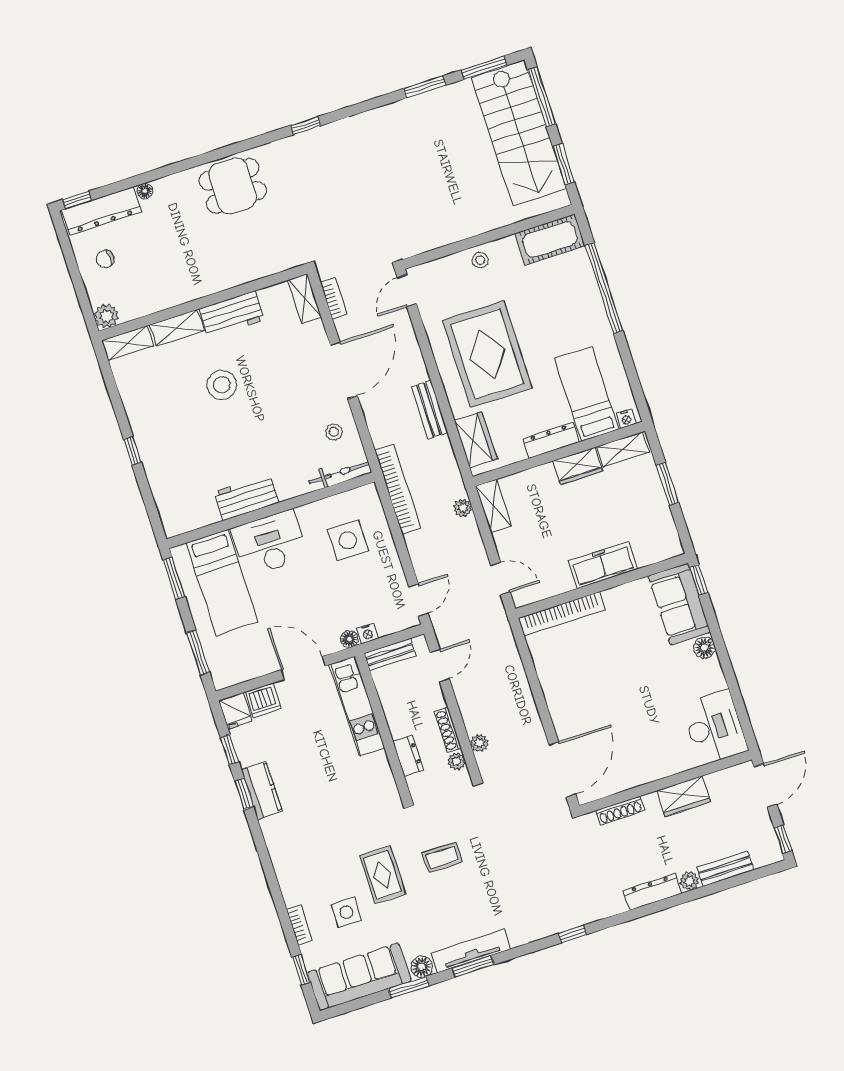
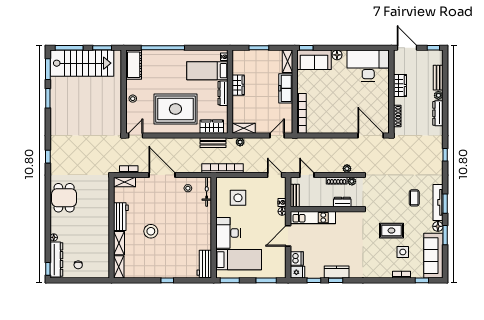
door: (407, 291) -> (136, 136), swing flipped
plant: (106, 316) -> (104, 273), removed
bench: (429, 410) -> (213, 143), moved
shelving: (623, 450) -> (287, 61), moved
workbench: (246, 497) -> (204, 264), moved
desk: (714, 727) -> (368, 66), width x1.36, depth x1.30
coffee table: (443, 857) -> (414, 198), moved

